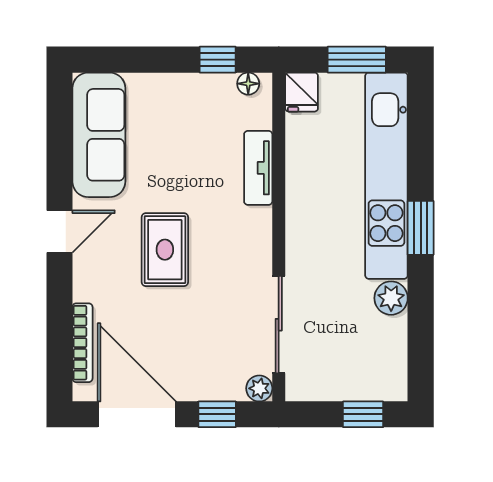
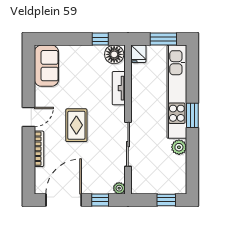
floor lamp: (248, 84) -> (114, 54), width x1.89, depth x1.89
sofa: (99, 135) -> (46, 66), width x0.73
sliding door: (279, 325) -> (128, 144), moved
bookcase: (82, 343) -> (39, 149), moved
door: (137, 414) -> (64, 200), hinge flipped

